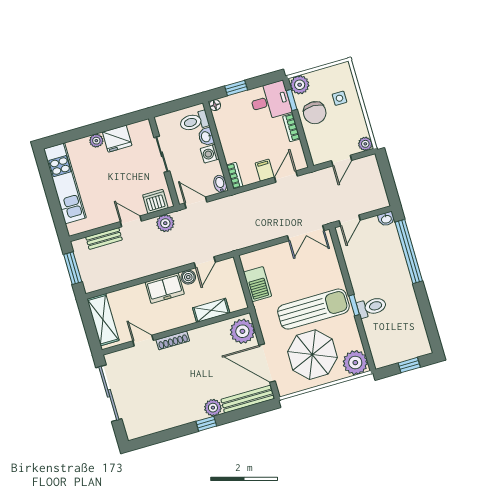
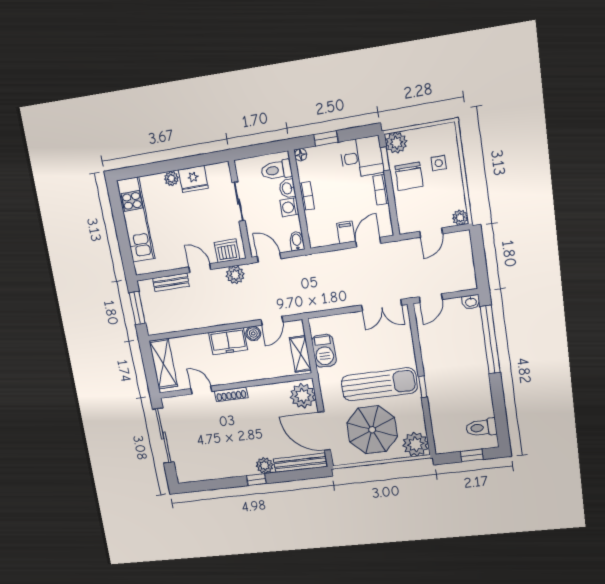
bookcase: (235, 176) -> (307, 196), moved
toilet: (372, 307) -> (481, 428), moved, turned 180
shelving: (211, 310) -> (300, 354), moved, turned 90

